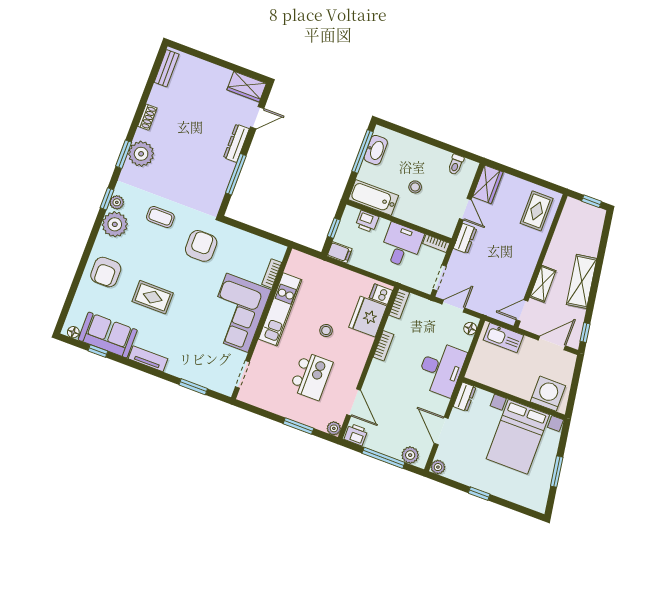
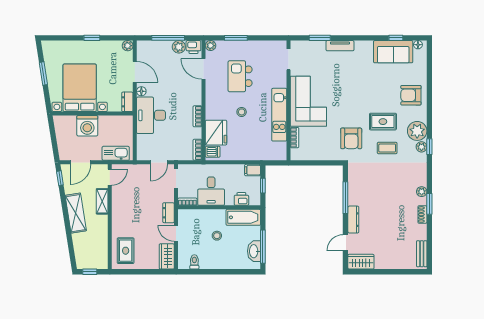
window: (124, 154) -> (429, 204), moved
plant: (141, 154) -> (422, 192), width x0.53, depth x0.53
armchair: (106, 272) -> (411, 95), turned -90
rug: (153, 297) -> (383, 122), moved
floor lamp: (470, 329) -> (141, 91), moved
tv unit: (148, 359) -> (340, 46), moved
washing machine: (548, 394) -> (87, 126), moved
plant: (410, 455) -> (179, 47), moved

